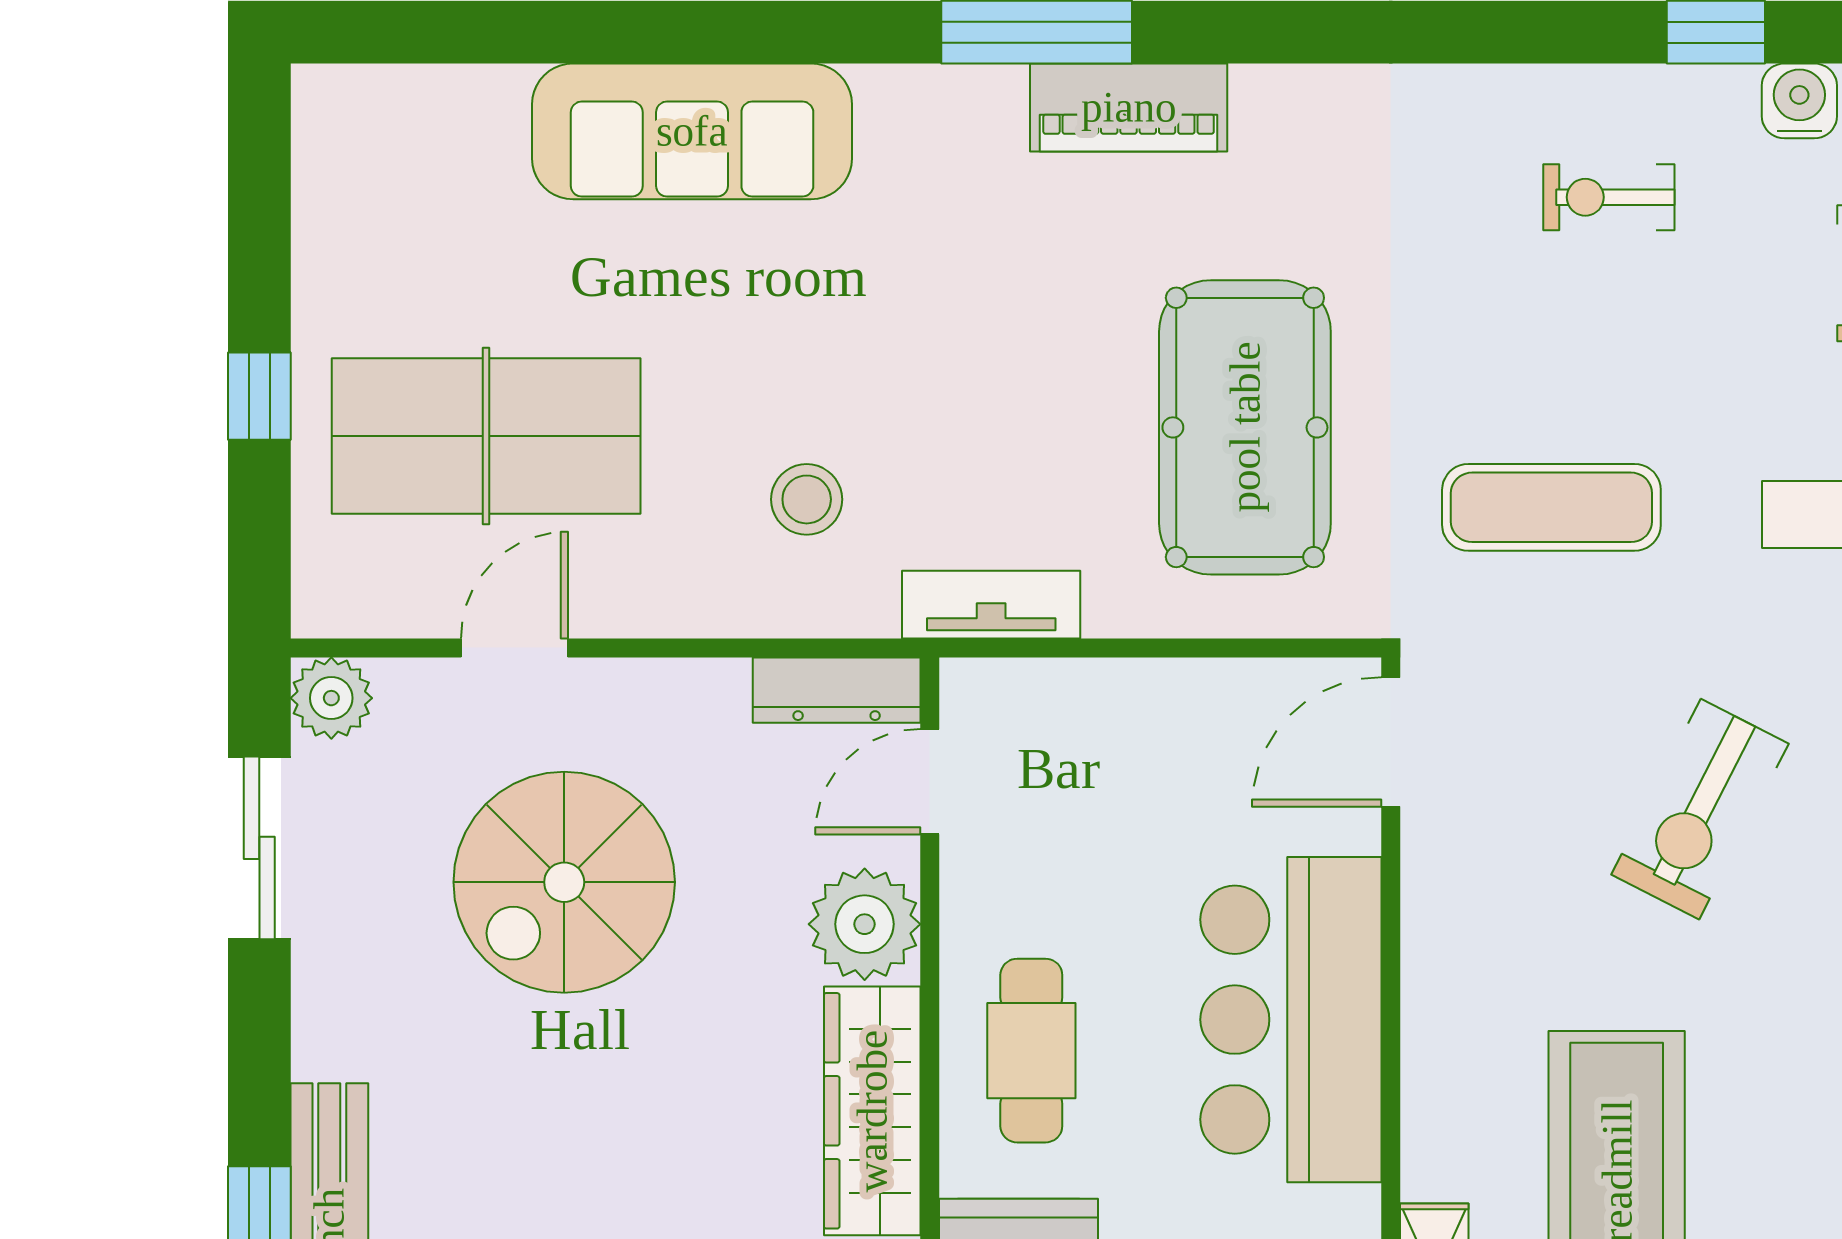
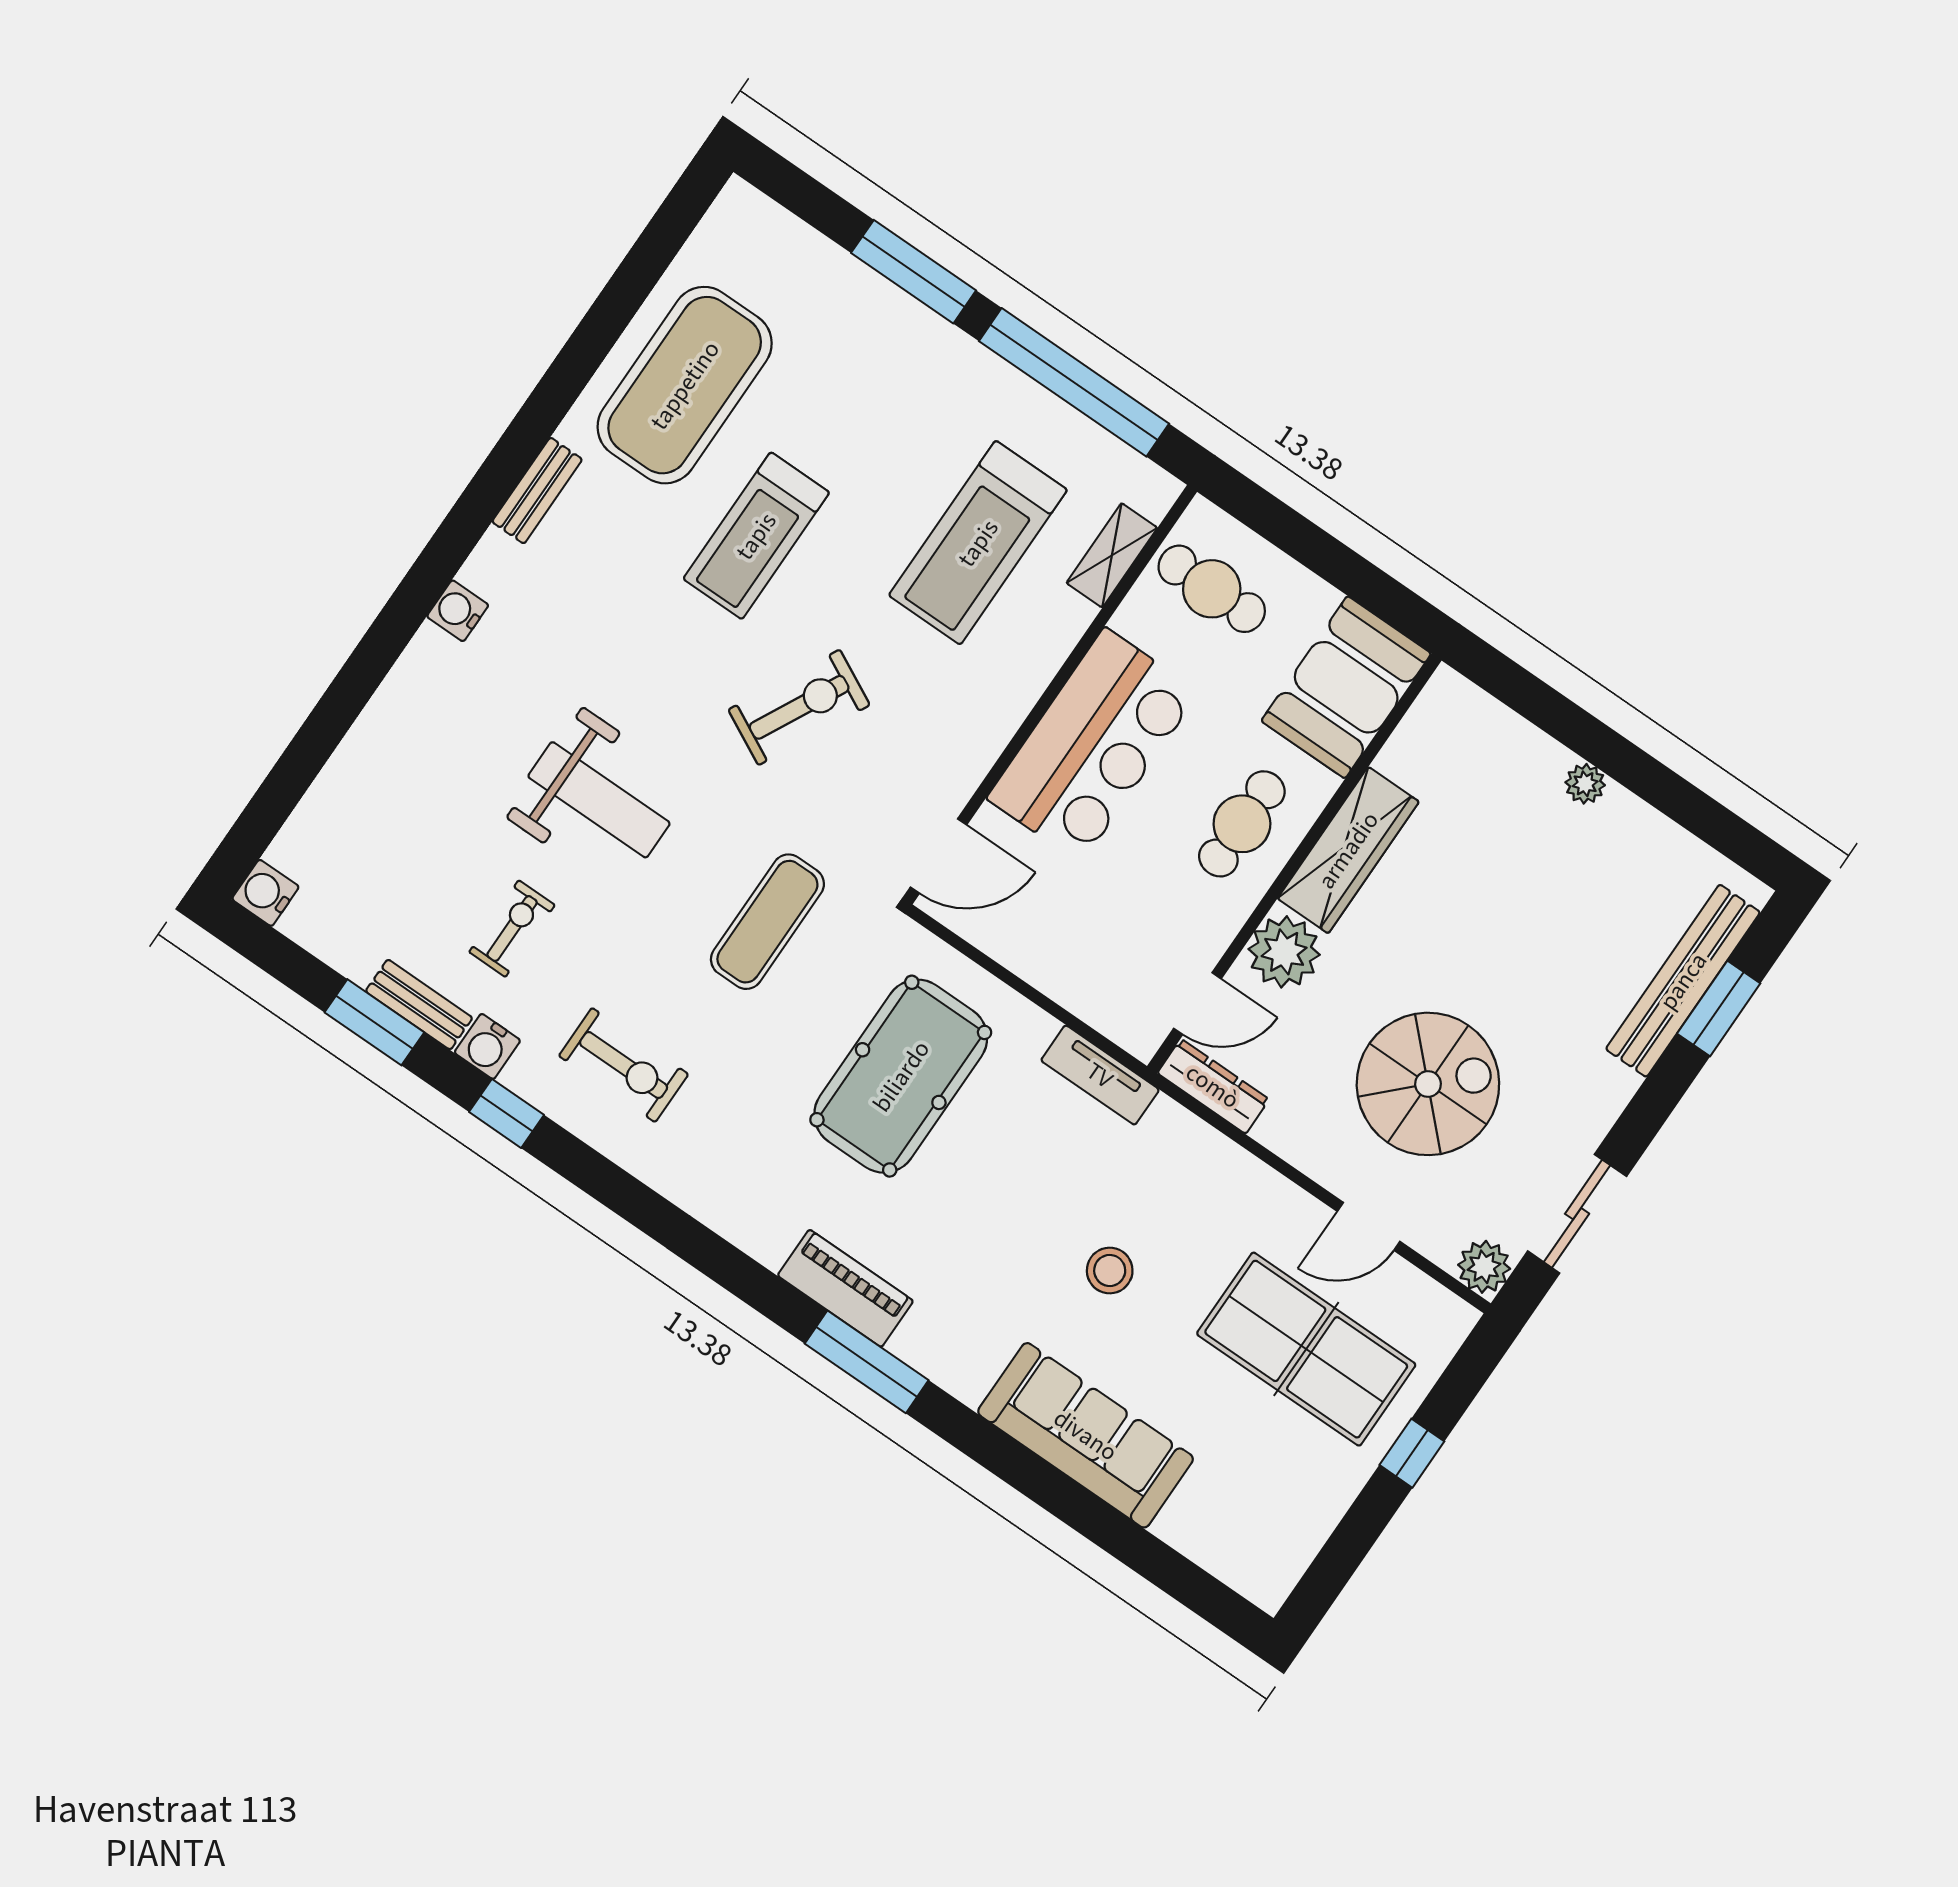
exercise bike: (1609, 197) -> (624, 1065), width x1.38, depth x1.39
stool: (807, 499) -> (1110, 1270), moved
exercise mat: (1551, 507) -> (767, 922), turned 90

